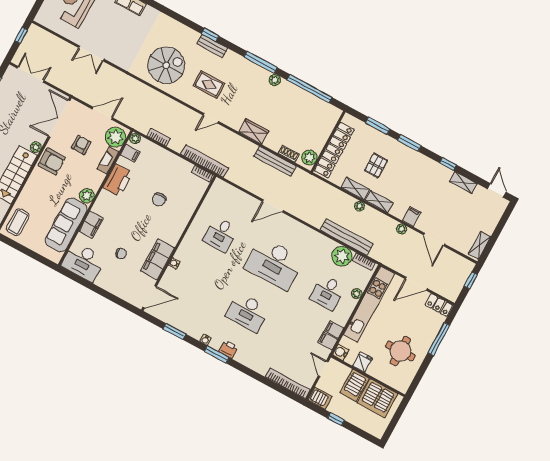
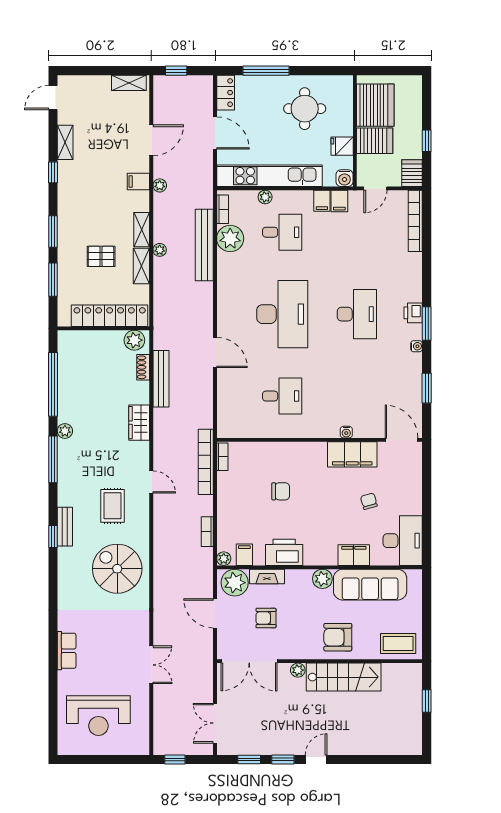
armchair: (52, 161) -> (338, 637), moved, turned -90

